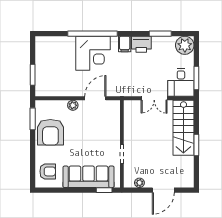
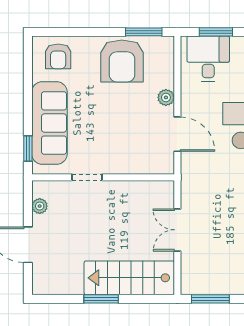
desk: (181, 82) -> (208, 59), moved, turned 90
armchair: (50, 132) -> (122, 61), turned -90

